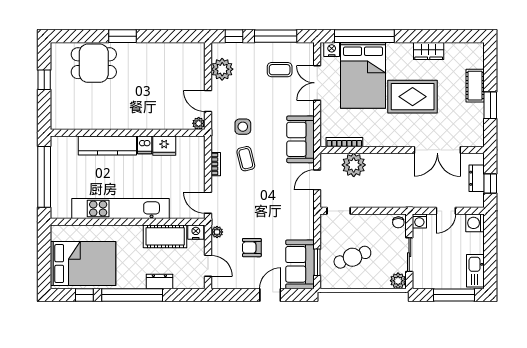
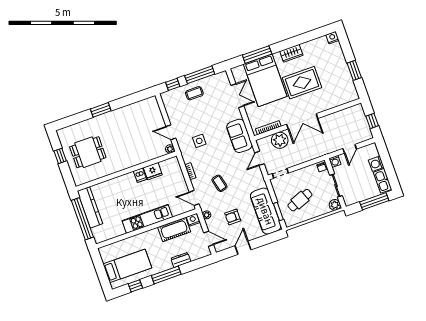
window: (364, 36) -> (257, 55), width x0.68
nightstand: (332, 49) -> (332, 38), moved
wardrobe: (429, 51) -> (291, 53), moved
dining table: (94, 63) -> (88, 152), moved
plant: (222, 69) -> (173, 108), removed
coffee table: (280, 70) -> (194, 93), moved
double door: (317, 83) -> (237, 96), swing flipped
cot: (475, 86) -> (340, 61), removed
kitchen counter: (107, 146) -> (90, 207), moved, turned -90
double door: (437, 150) -> (302, 121), moved
coffee table: (246, 159) -> (219, 183), moved
dresser: (477, 178) -> (362, 121), removed
kitchen unit: (120, 209) -> (147, 219), width x0.73
washing machine: (475, 223) -> (376, 164), moved
bed: (83, 264) -> (127, 266), width x0.67
sofa: (300, 264) -> (266, 211), width x1.36
window: (132, 295) -> (166, 275), width x0.68
door: (270, 295) -> (243, 248), moved

